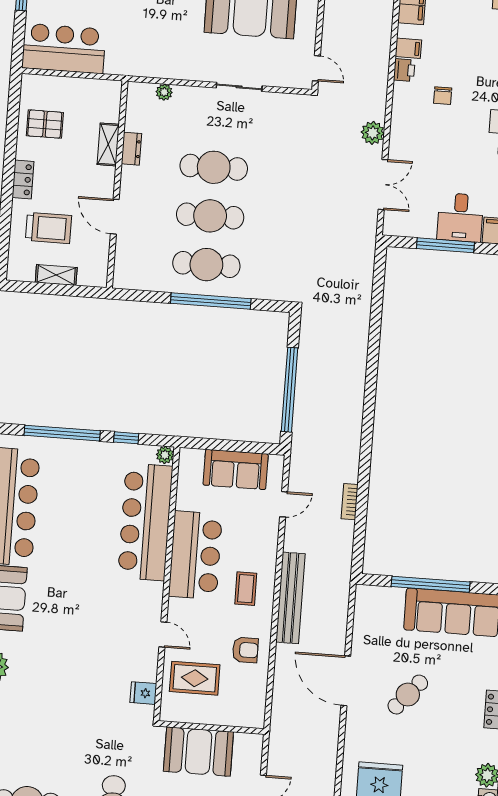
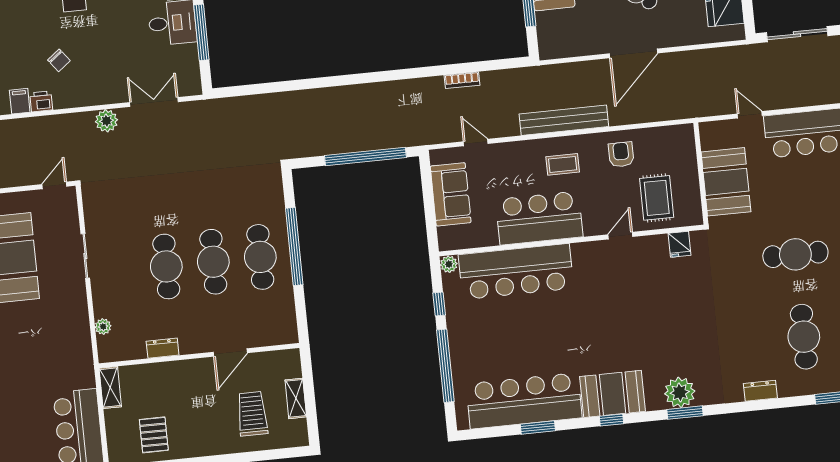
chair: (443, 96) -> (59, 60), turned 52
shelving: (108, 144) -> (110, 388), moved, turned 90
locker: (23, 179) -> (210, 446), removed

